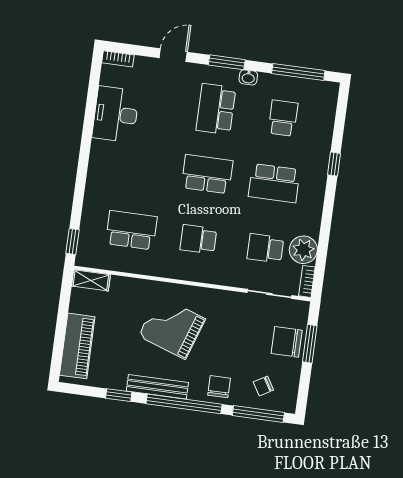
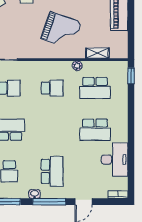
window: (227, 62) -> (49, 202), width x1.44
school desk: (207, 174) -> (95, 130), moved
plant: (154, 269) -> (77, 66), added
shelving: (91, 280) -> (97, 53), moved

